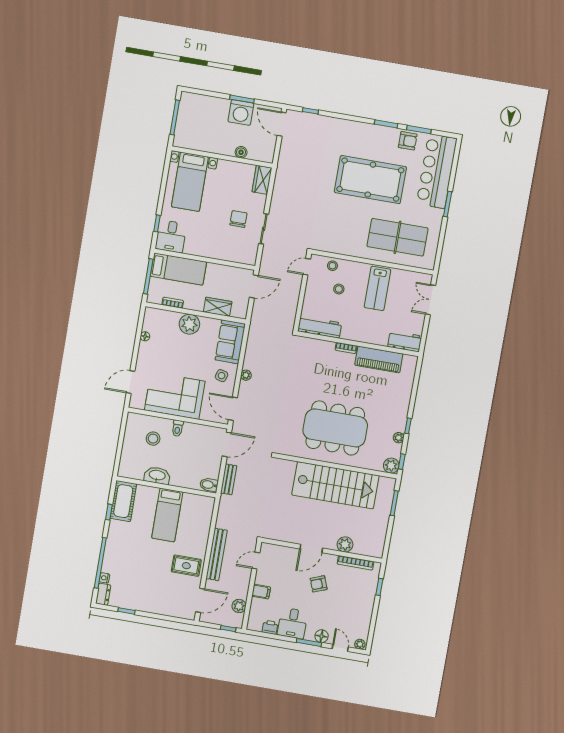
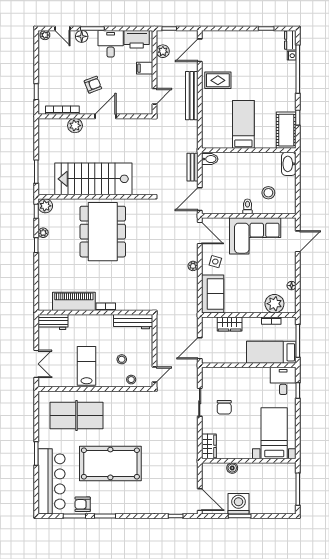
plant: (189, 324) -> (274, 304), moved
dining table: (335, 428) -> (103, 232), turned 90
washbasin: (157, 475) -> (289, 164), moved, turned 90
printer: (270, 627) -> (137, 39), width x1.87, depth x1.48

